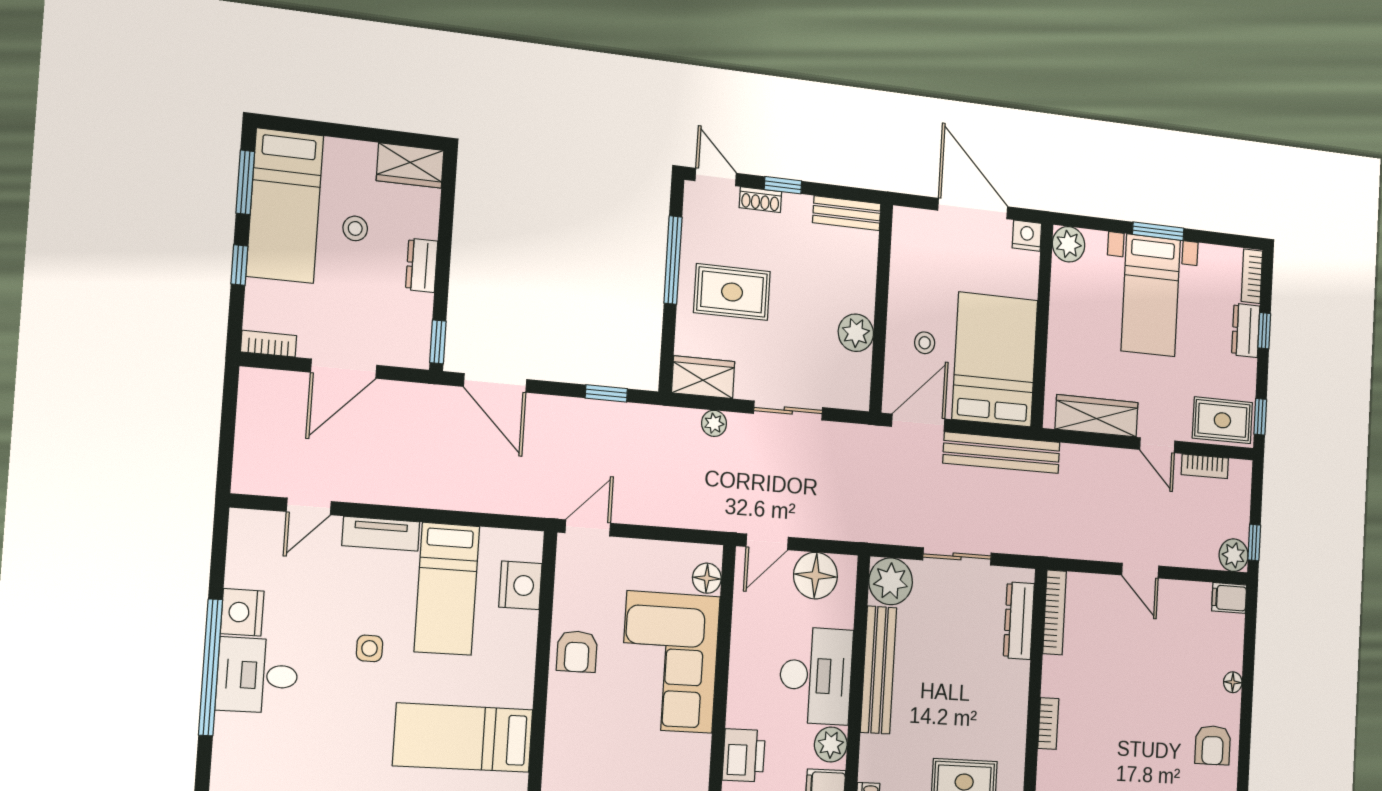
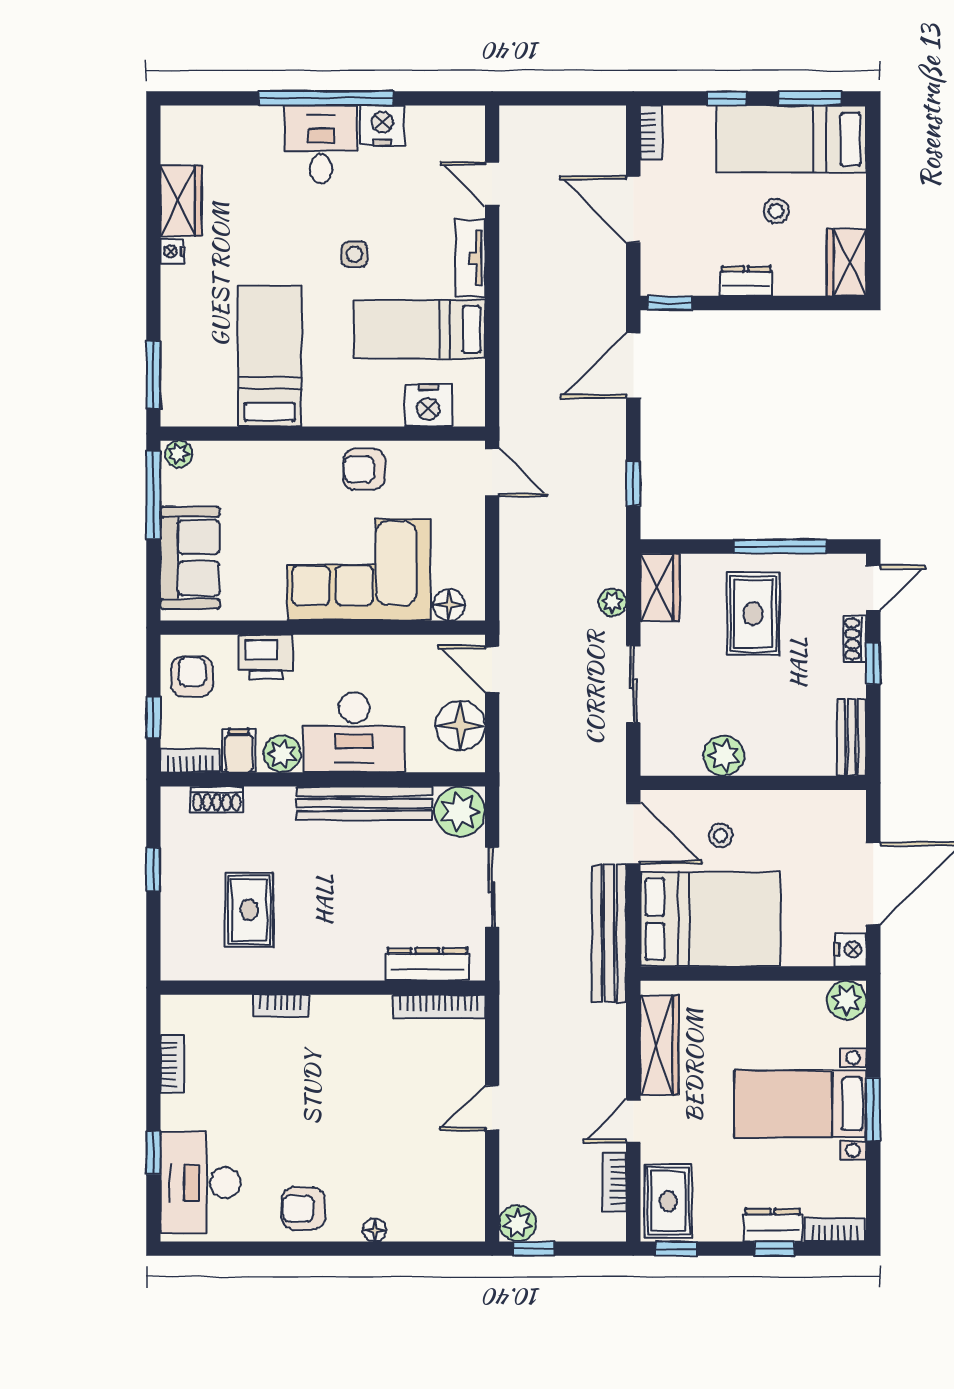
filing cabinet: (1229, 598) -> (469, 1220), removed
bookcase: (1048, 724) -> (281, 1006), moved

